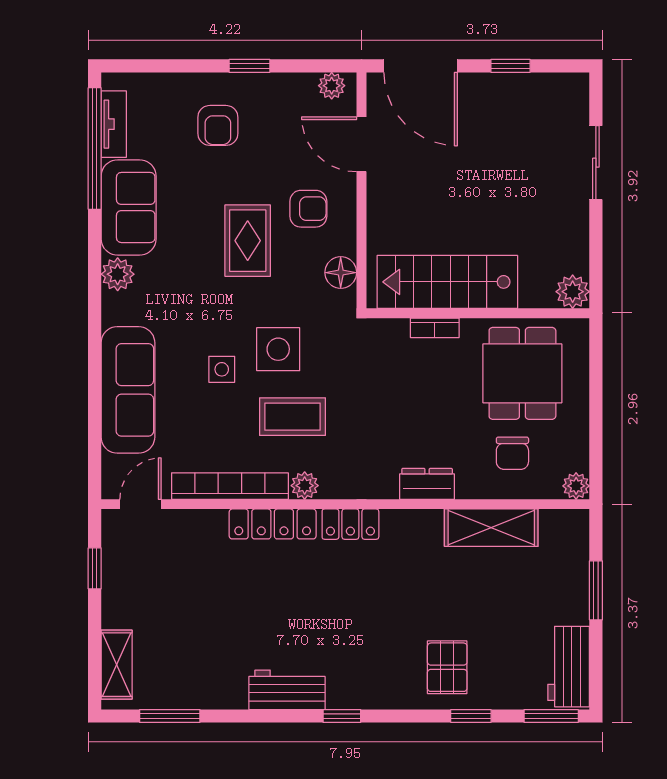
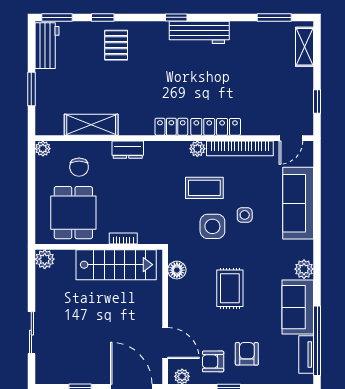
armchair: (308, 209) -> (213, 361), moved
chair: (512, 453) -> (79, 167), turned 180
workbench: (287, 690) -> (199, 32), width x1.37

